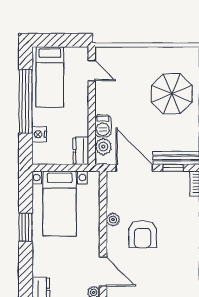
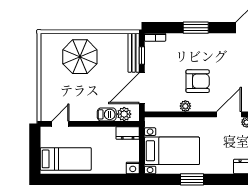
window: (26, 101) -> (86, 179), removed
nightstand: (39, 134) -> (133, 168), moved

